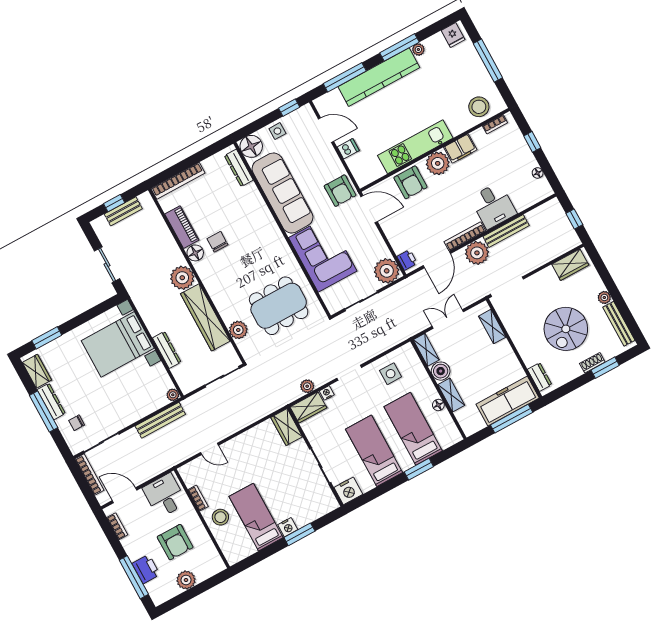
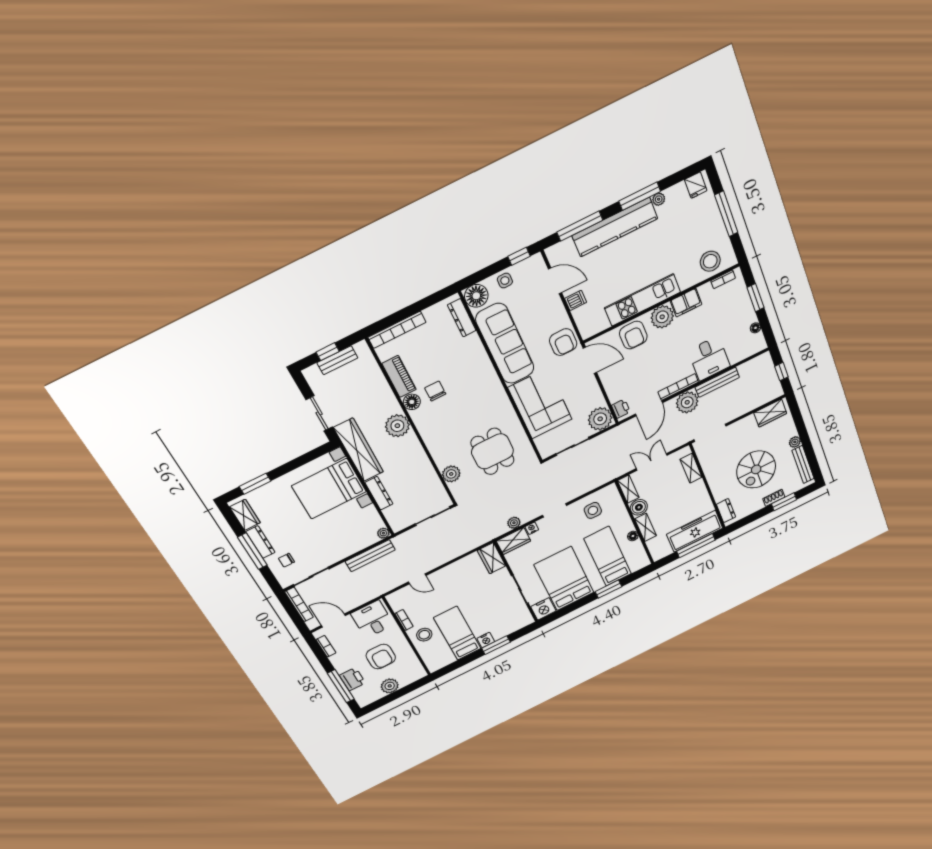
window: (532, 142) -> (756, 298), width x1.50
dining table: (279, 306) -> (492, 451), width x0.73
wardrobe: (205, 317) -> (359, 450), moved, turned 180
bed: (374, 451) -> (564, 579), width x1.50

